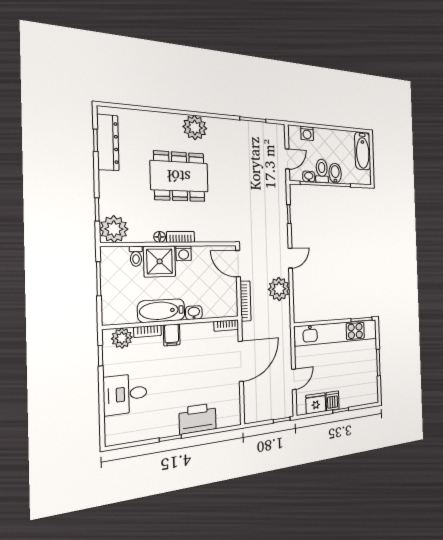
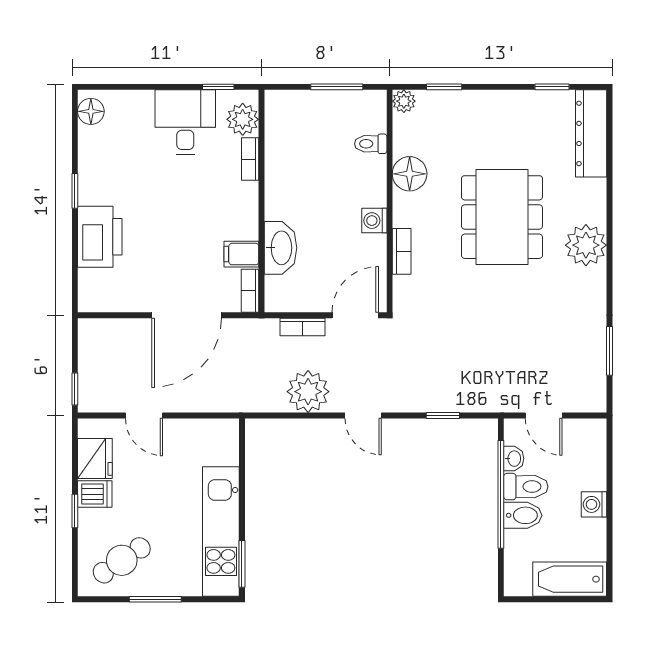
washing machine: (307, 133) -> (594, 504), moved
dresser: (108, 142) -> (591, 133), moved, turned 90
plant: (114, 229) -> (404, 101), width x0.53, depth x0.53
floor lamp: (160, 237) -> (410, 174), width x1.89, depth x1.89
bookcase: (181, 237) -> (402, 251), moved
shower: (160, 261) -> (362, 181), removed
bookcase: (245, 301) -> (302, 327), width x0.64
bathtub: (161, 311) -> (282, 182), removed
washbasin: (194, 313) -> (280, 248), width x1.91, depth x1.45
kitchen unit: (337, 333) -> (221, 532), width x0.73
filing cabinet: (172, 335) -> (241, 254), moved
door: (241, 361) -> (187, 315), hinge flipped
cafe table: (362, 382) -> (122, 560), added
desk: (125, 394) -> (185, 122), moved
floor lamp: (119, 436) -> (91, 111), added

